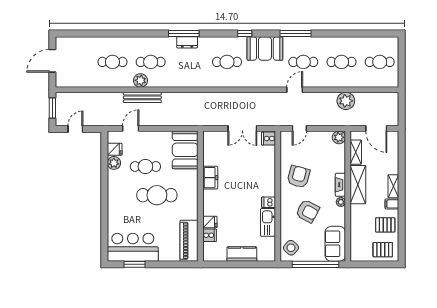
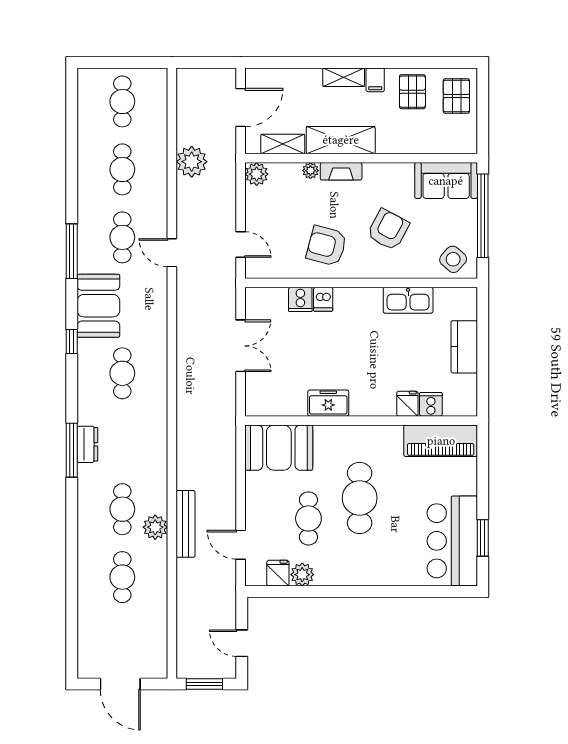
cooker: (268, 139) -> (300, 299), moved
dishwasher: (269, 202) -> (323, 299), moved
plant: (341, 202) -> (310, 171), moved

